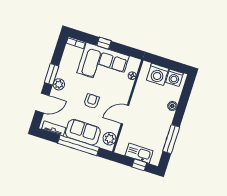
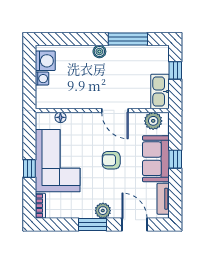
washing machine: (158, 74) -> (42, 79), width x0.53, depth x0.53
boiler: (172, 106) -> (99, 52), moved
window: (78, 145) -> (175, 159), width x0.32
kitchen sink: (139, 153) -> (160, 91), moved

